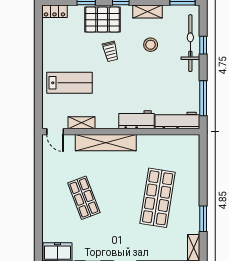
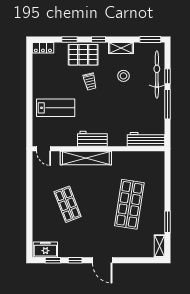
window: (203, 98) -> (168, 104), moved
workbench: (136, 120) -> (92, 139), moved
shelving: (81, 123) -> (66, 141), removed

